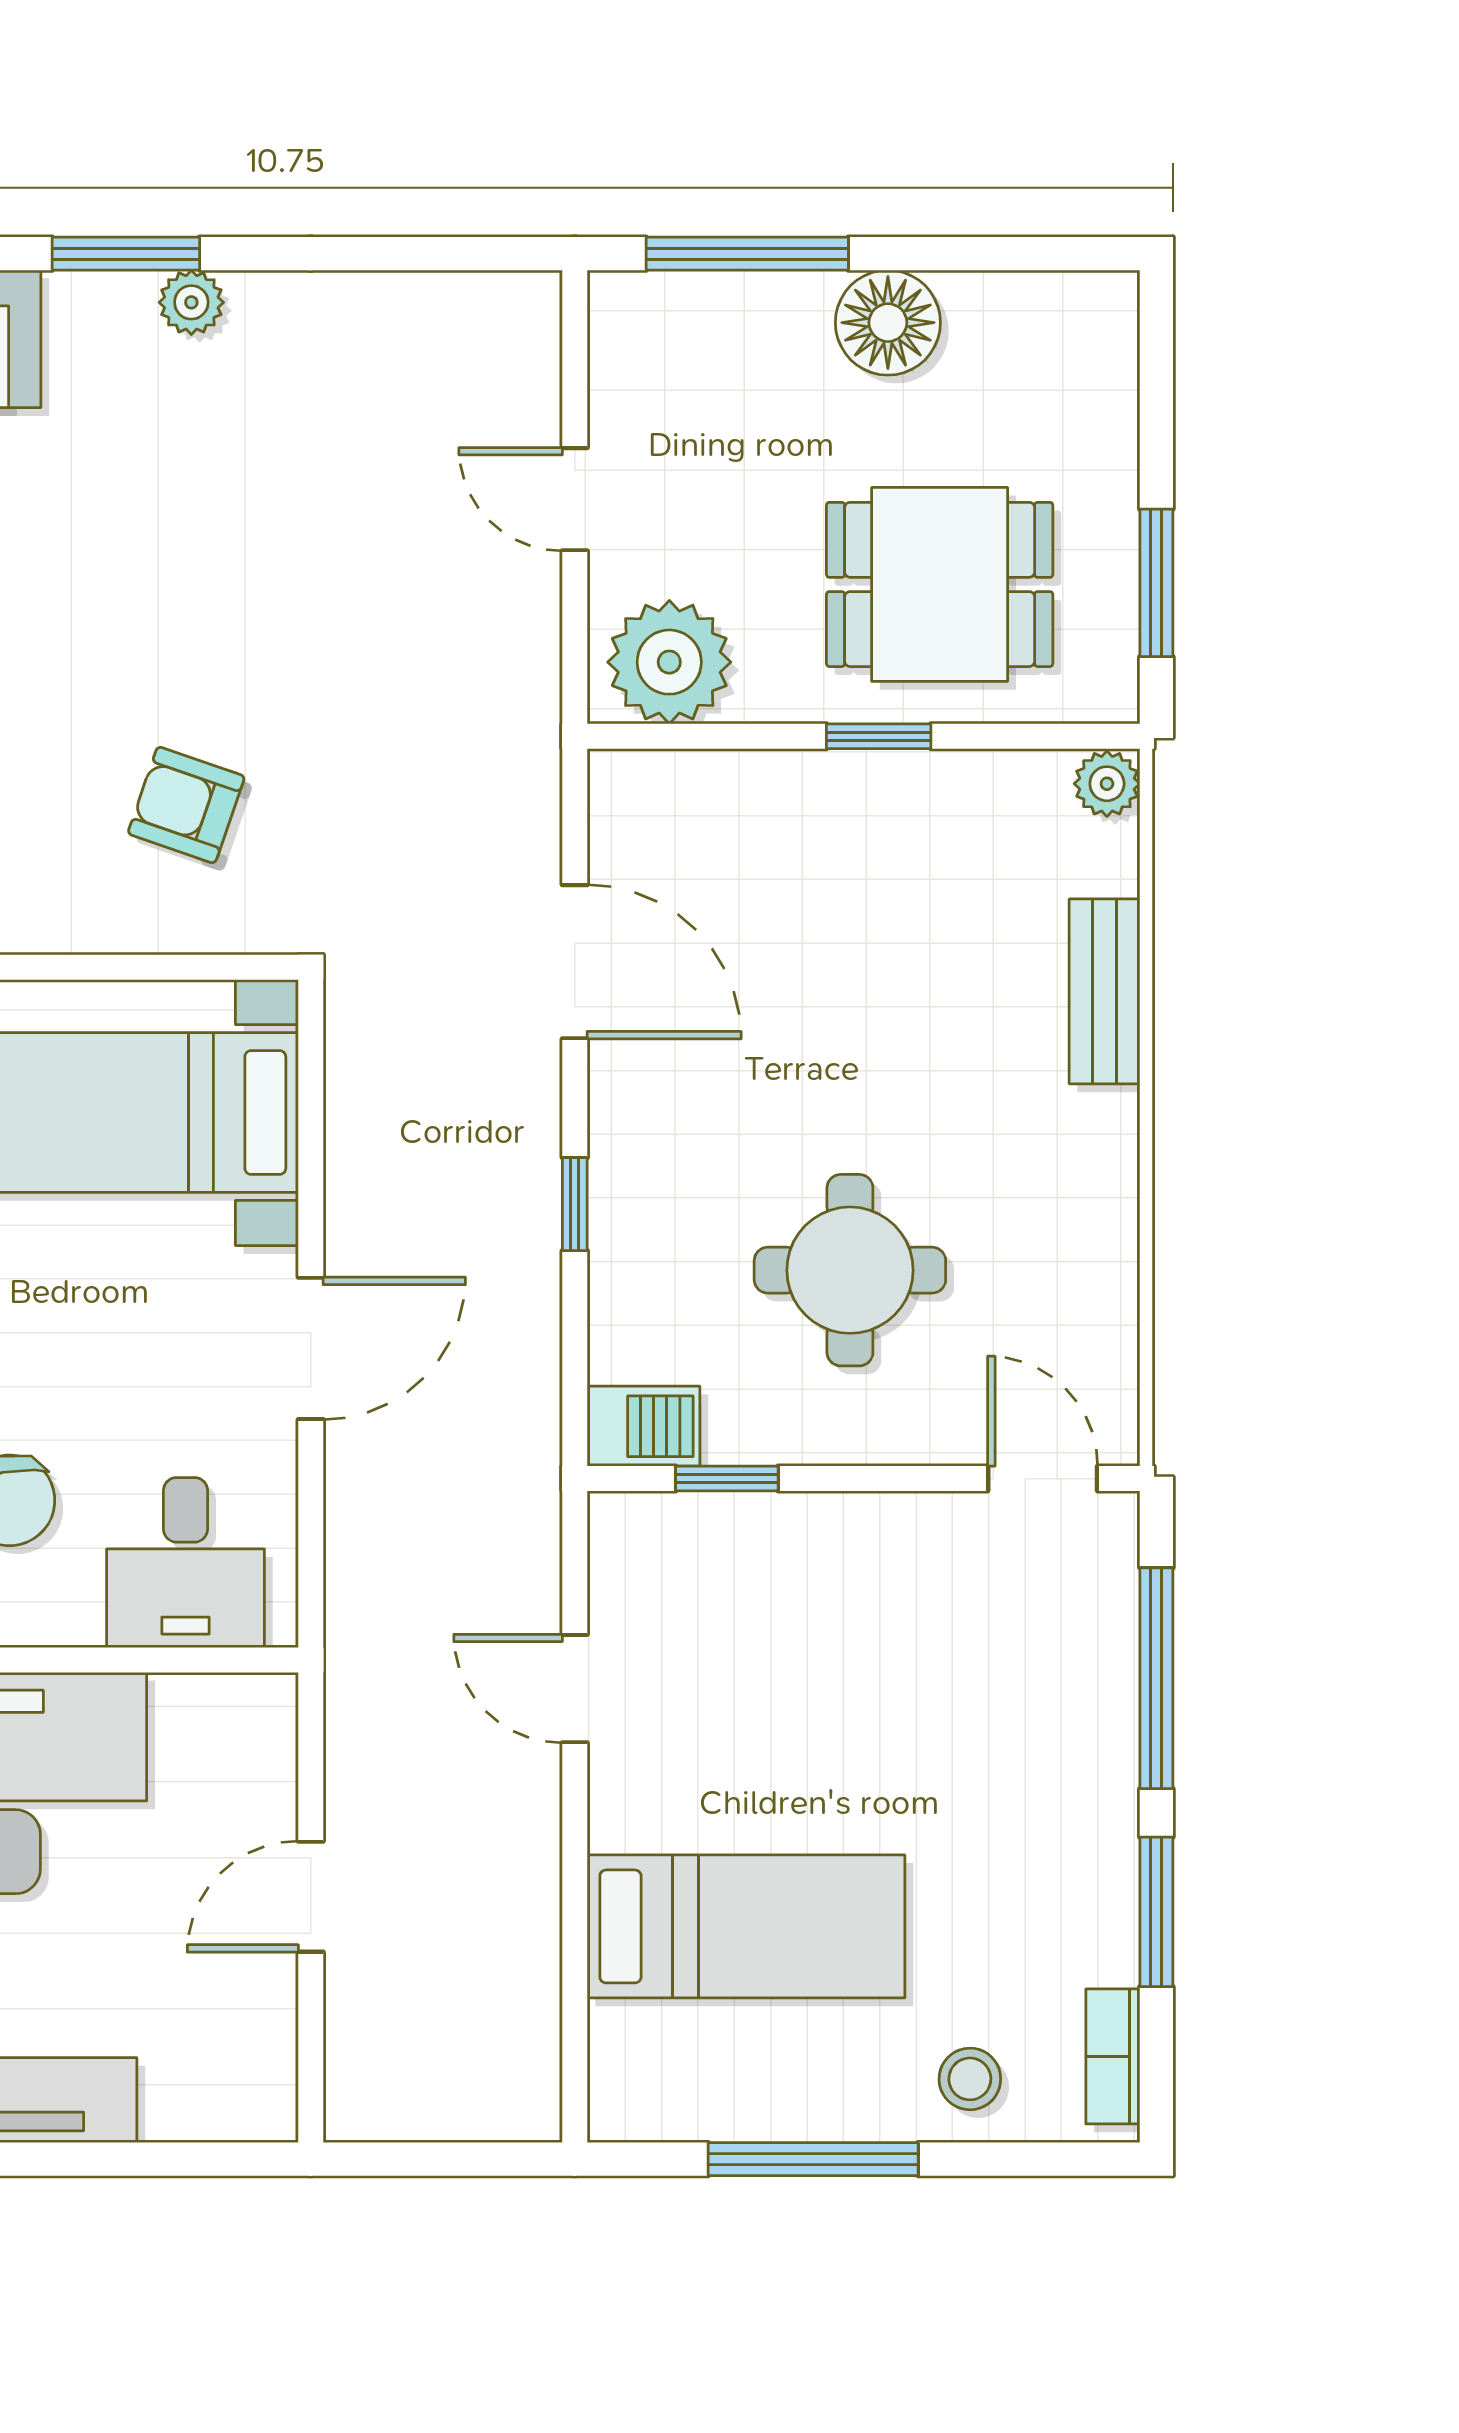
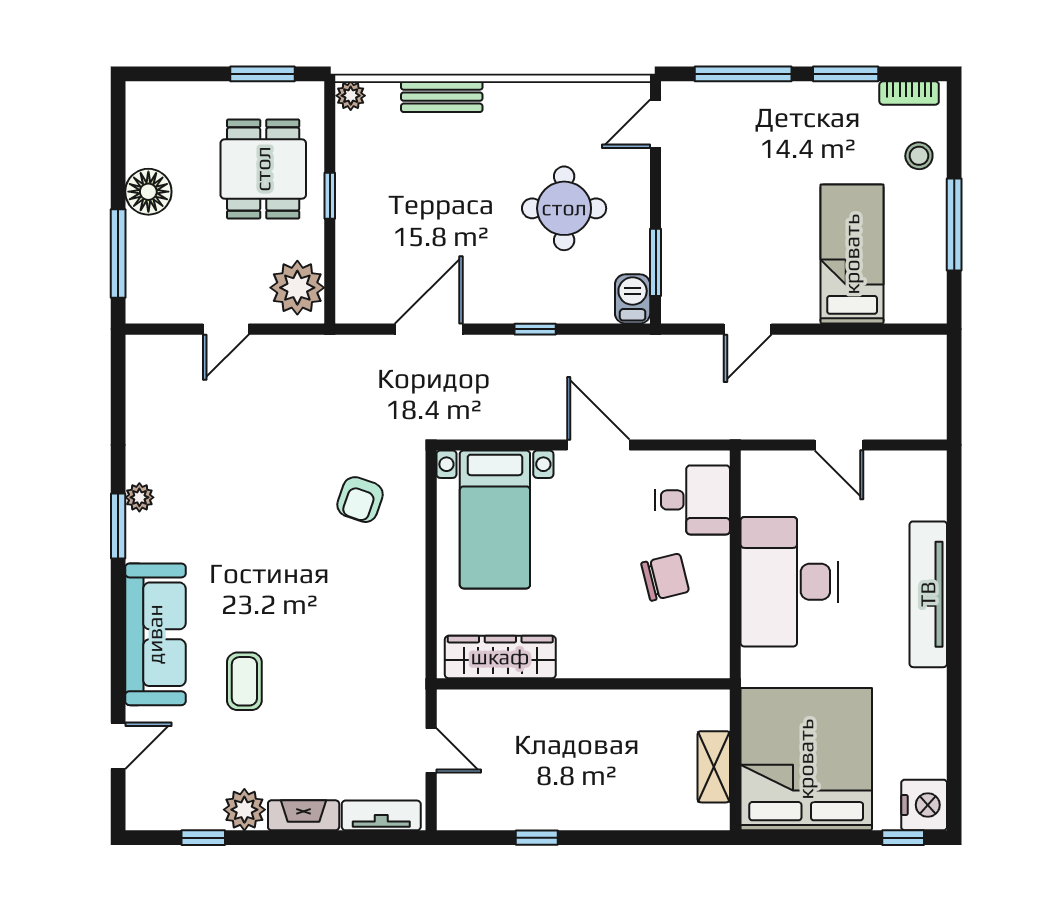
window: (727, 1479) -> (656, 262), width x1.50

